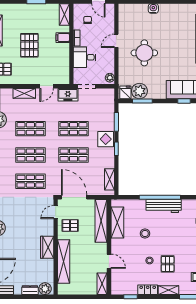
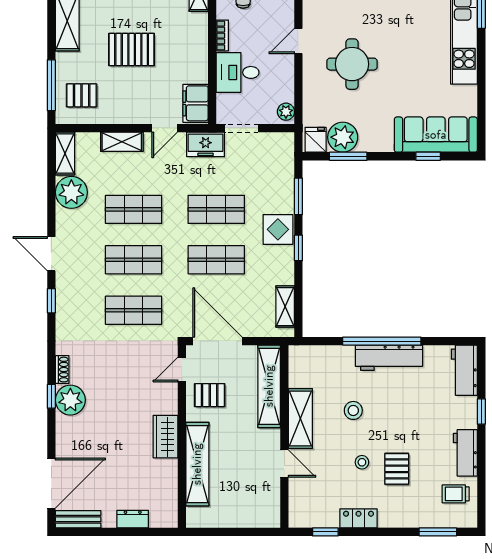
filing cabinet: (63, 38) -> (195, 103), moved, width x2.00
pallet: (29, 45) -> (132, 49), turned 90
shelving: (117, 222) -> (300, 418), moved
shelving: (102, 284) -> (271, 507), removed
plant: (45, 289) -> (162, 516), removed
shelving: (168, 290) -> (398, 519), removed

